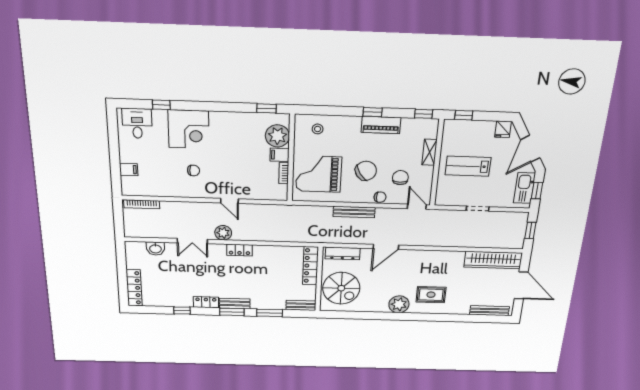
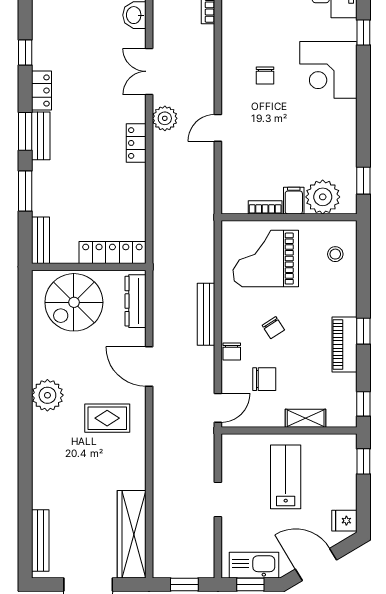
chair: (366, 171) -> (273, 328), width x0.54, depth x0.54
grand piano: (319, 174) -> (266, 259), turned -90
rug: (431, 295) -> (107, 418), moved, turned 90

